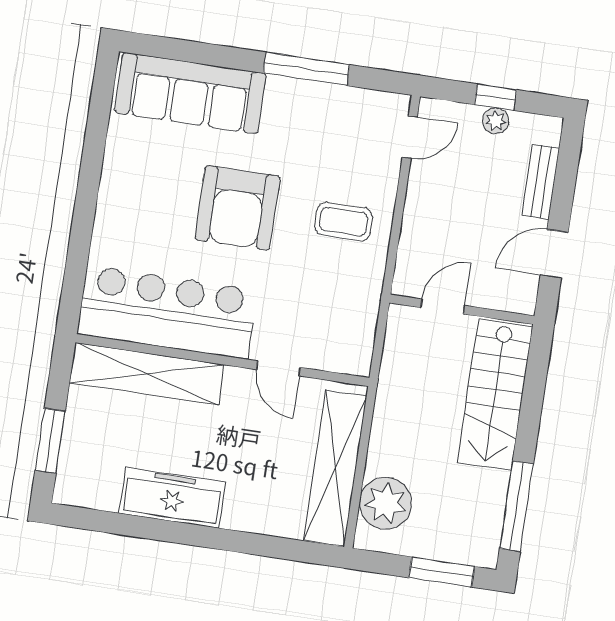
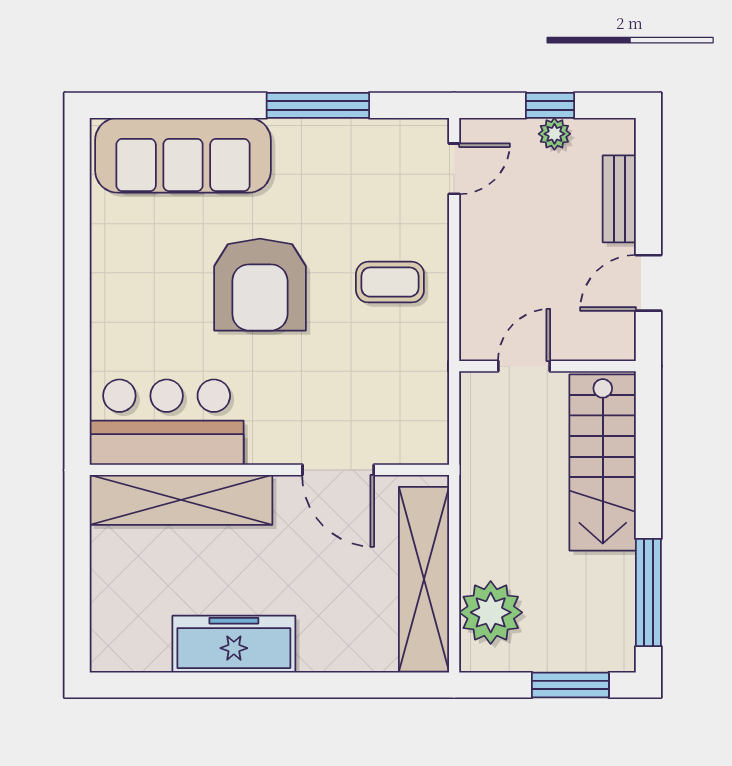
bar counter: (167, 312) -> (167, 422), width x0.73
door: (278, 368) -> (338, 470), width x1.38
window: (50, 441) -> (77, 598), removed

